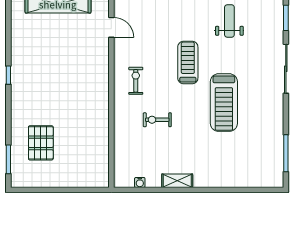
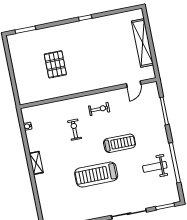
weight bench: (229, 21) -> (155, 167), turned 180
pallet: (41, 143) -> (55, 64), moved, turned 90
shelving: (177, 181) -> (36, 163), moved

